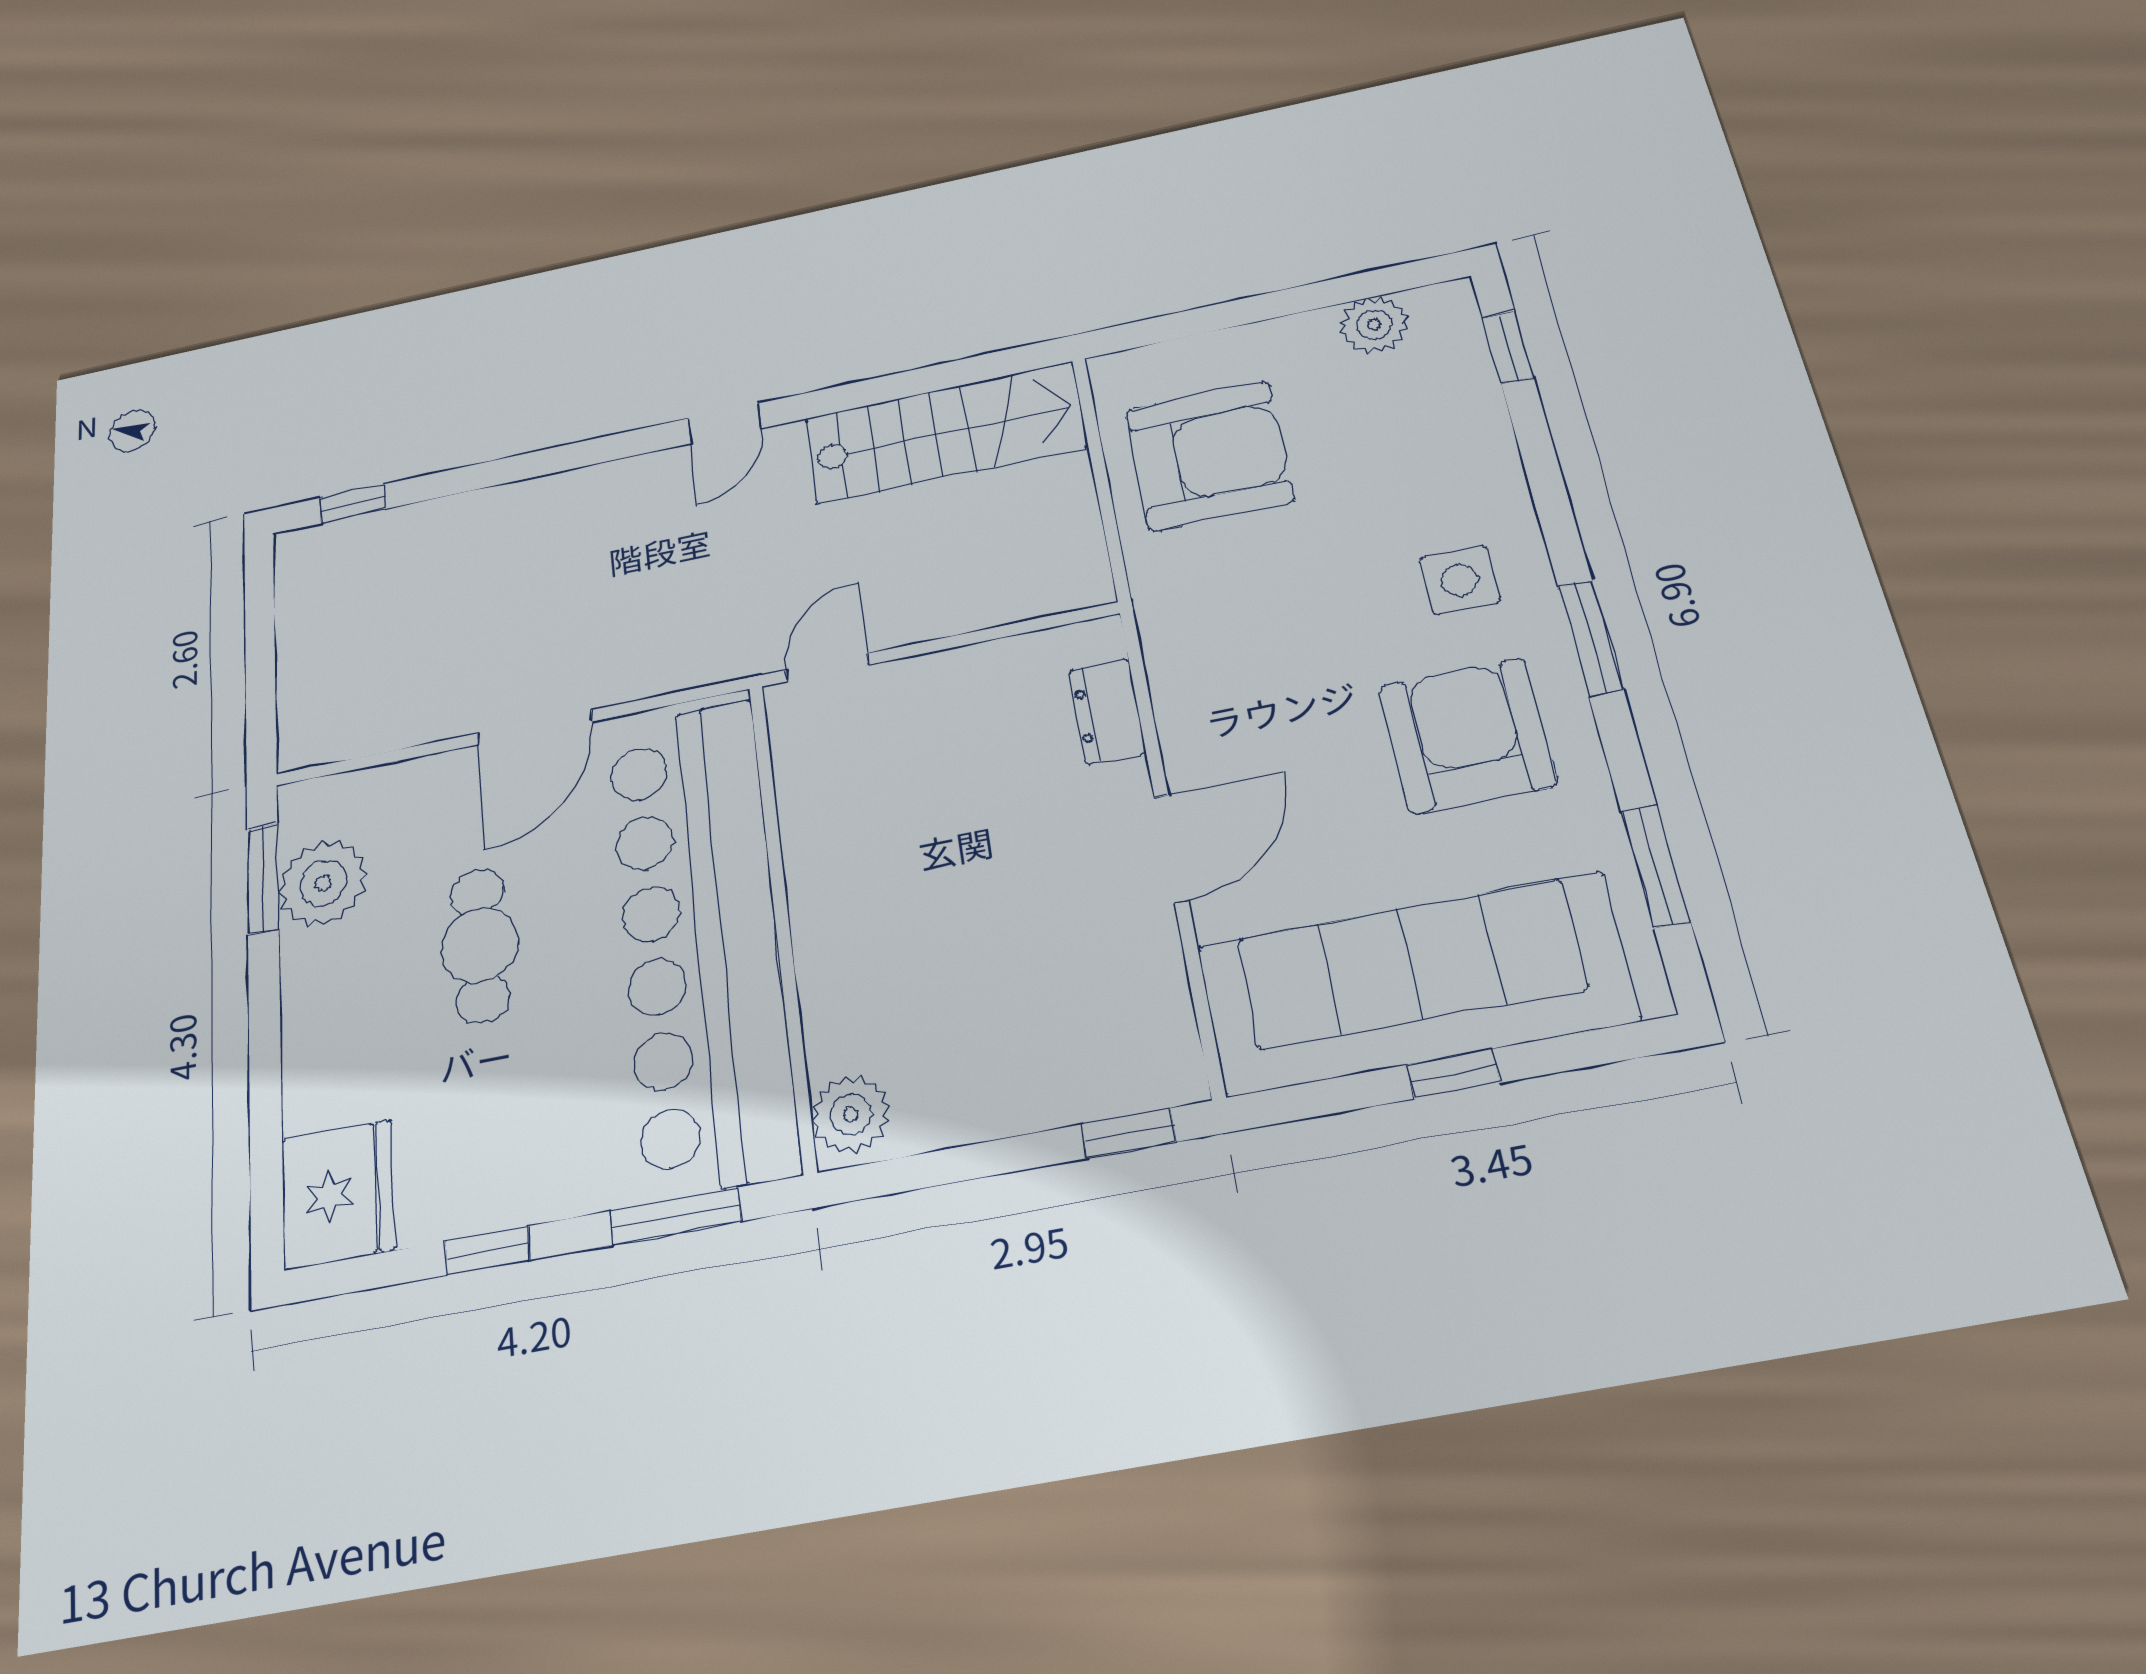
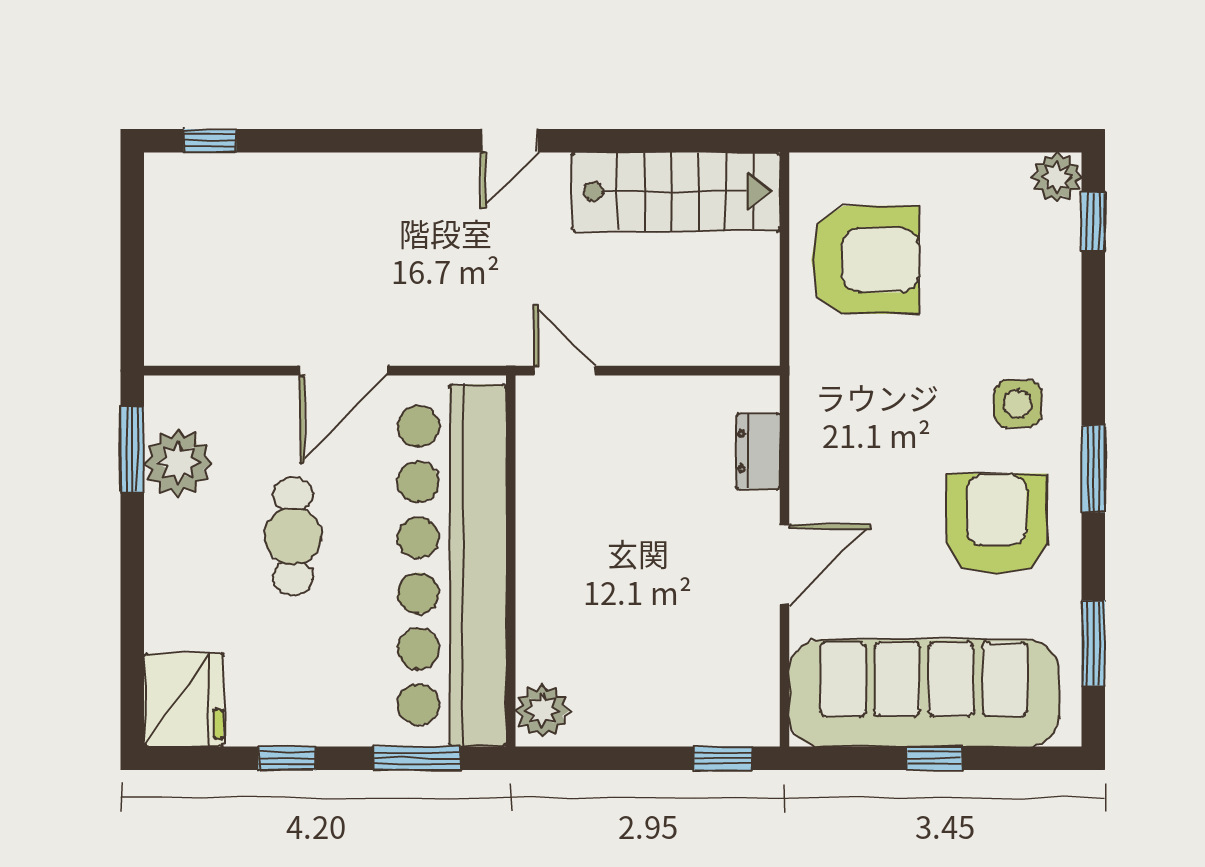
plant: (1374, 325) -> (1057, 177), moved
door: (827, 667) -> (565, 371), hinge flipped

